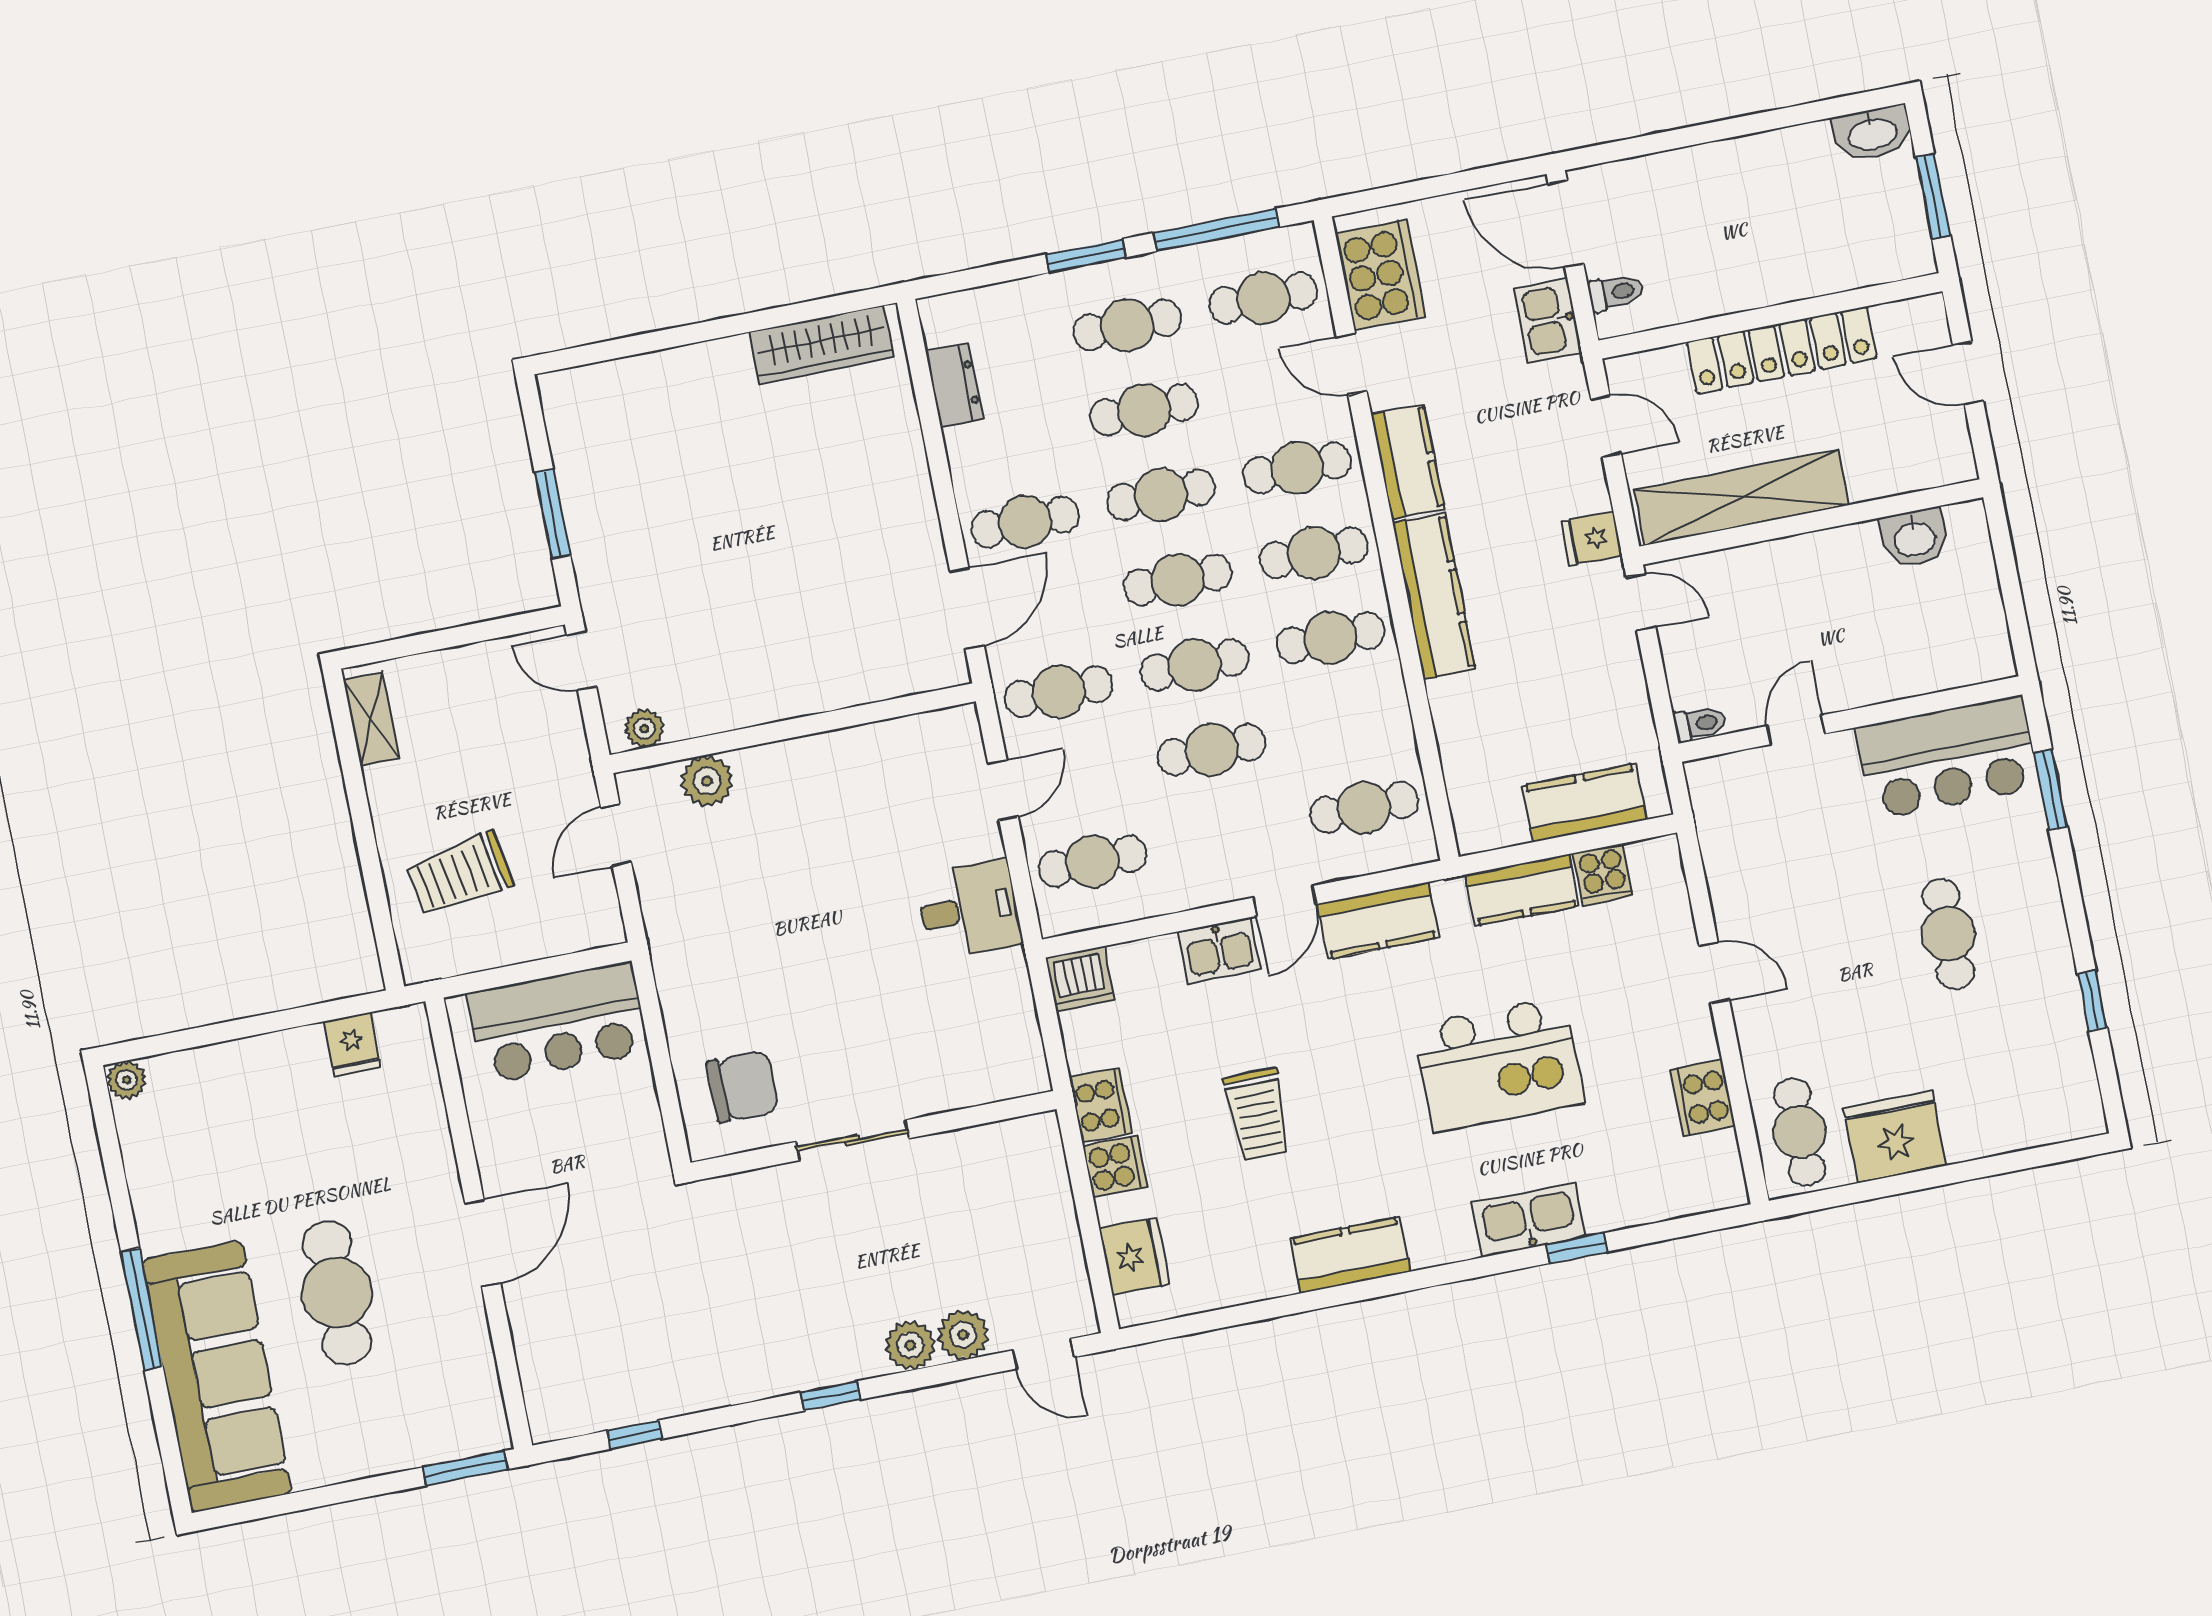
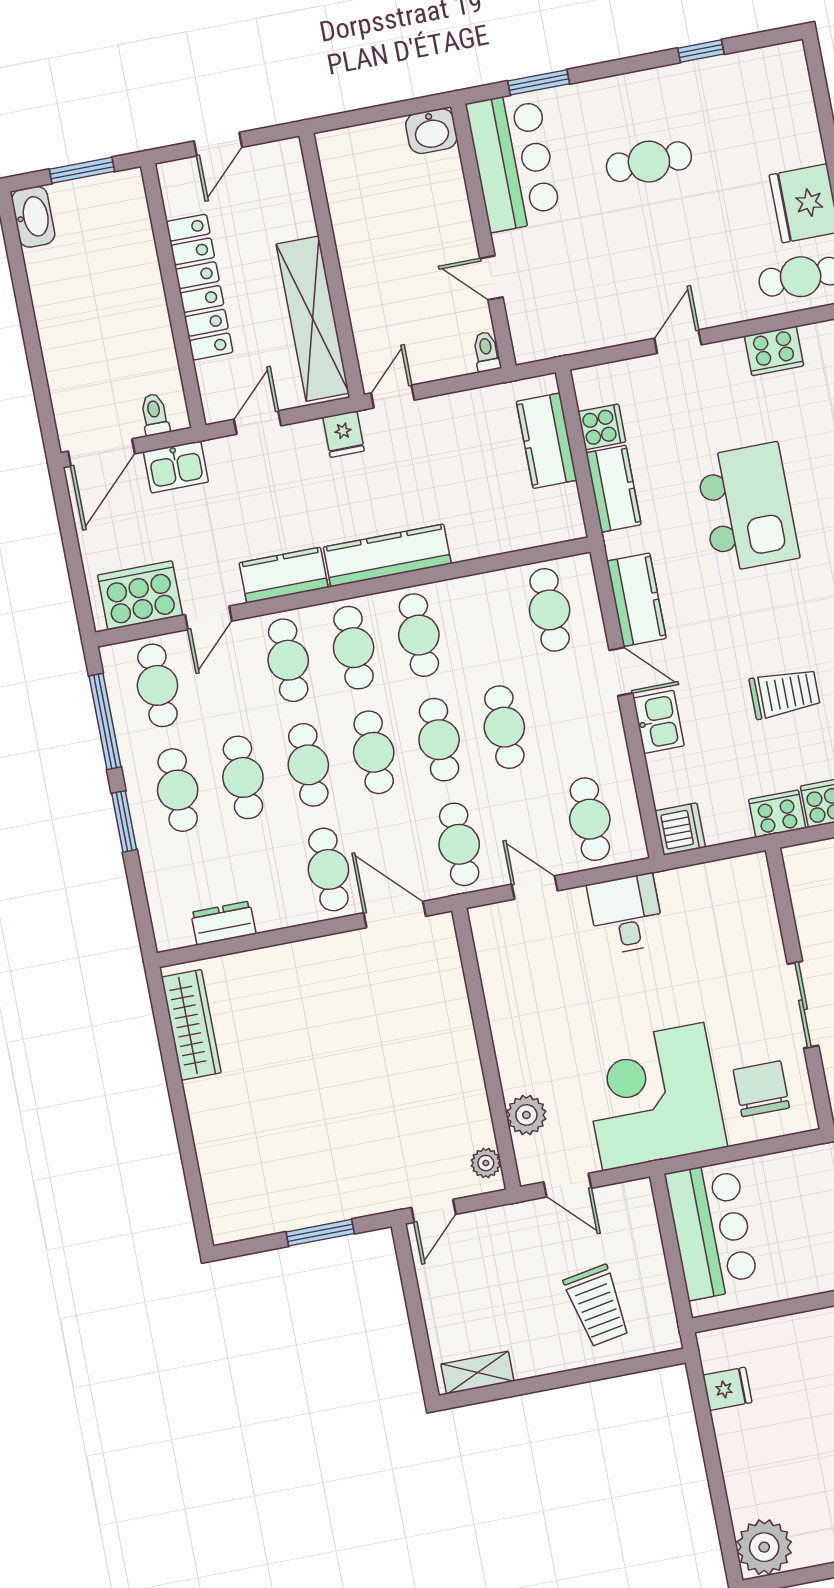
washbasin: (1915, 538) -> (431, 131), moved, turned 90
corner desk: (732, 946) -> (653, 1097), added
plant: (127, 1080) -> (764, 1547), width x1.88, depth x1.88

